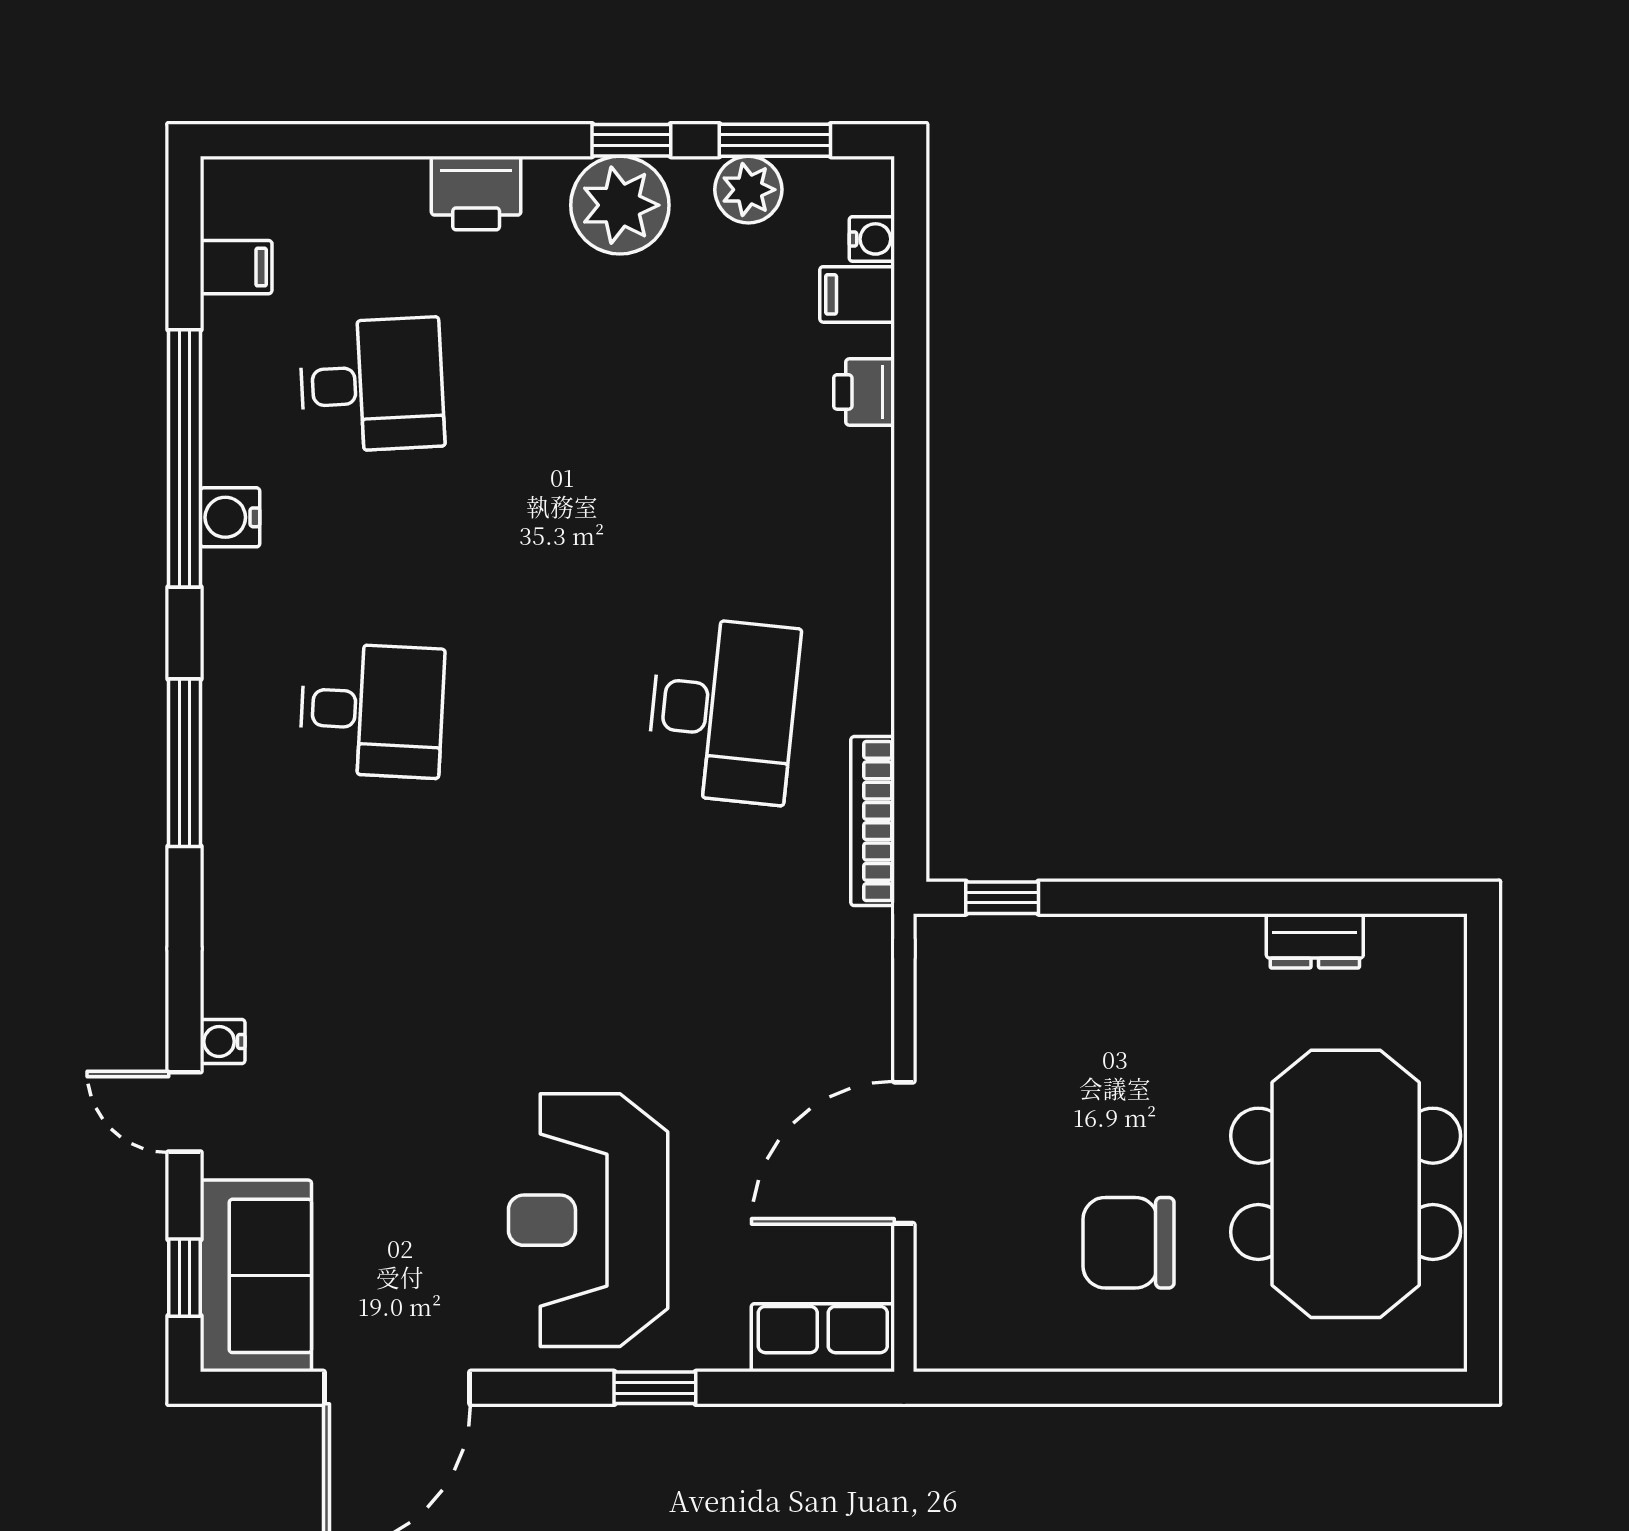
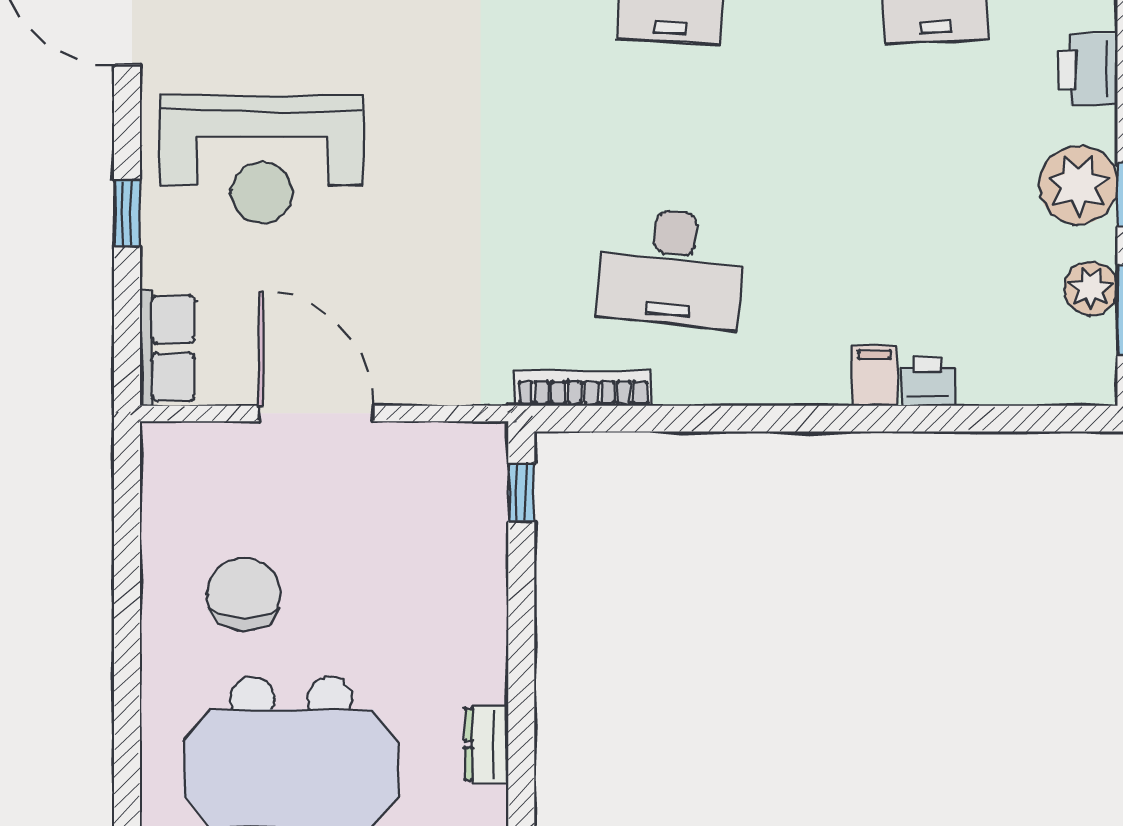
water cooler: (872, 239) -> (1051, 388), removed
filing cabinet: (857, 294) -> (875, 376), moved
reception desk: (588, 1220) -> (262, 160), turned 180

